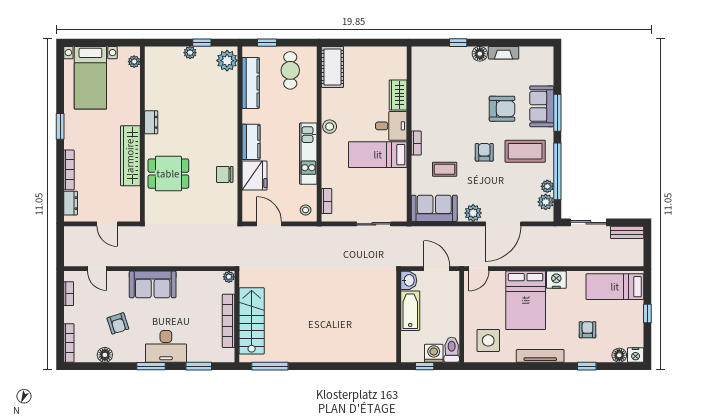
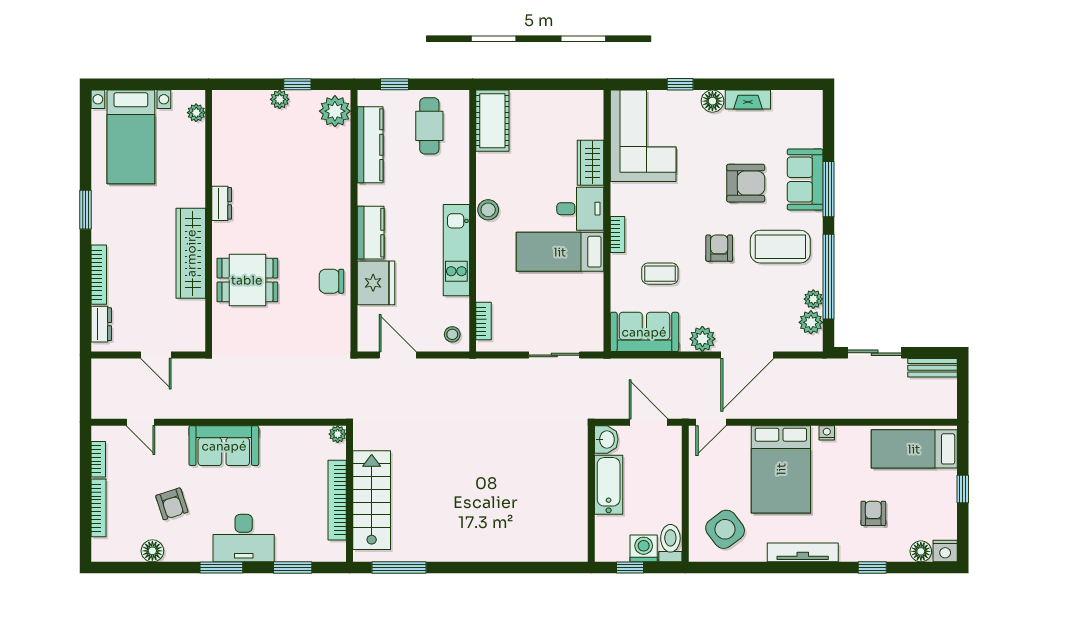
corner sofa: (433, 77) -> (643, 136), added
nightstand: (556, 280) -> (827, 433), width x0.53, depth x0.56
side table: (488, 340) -> (725, 529), turned -37
bookcase: (69, 343) -> (99, 508), moved

